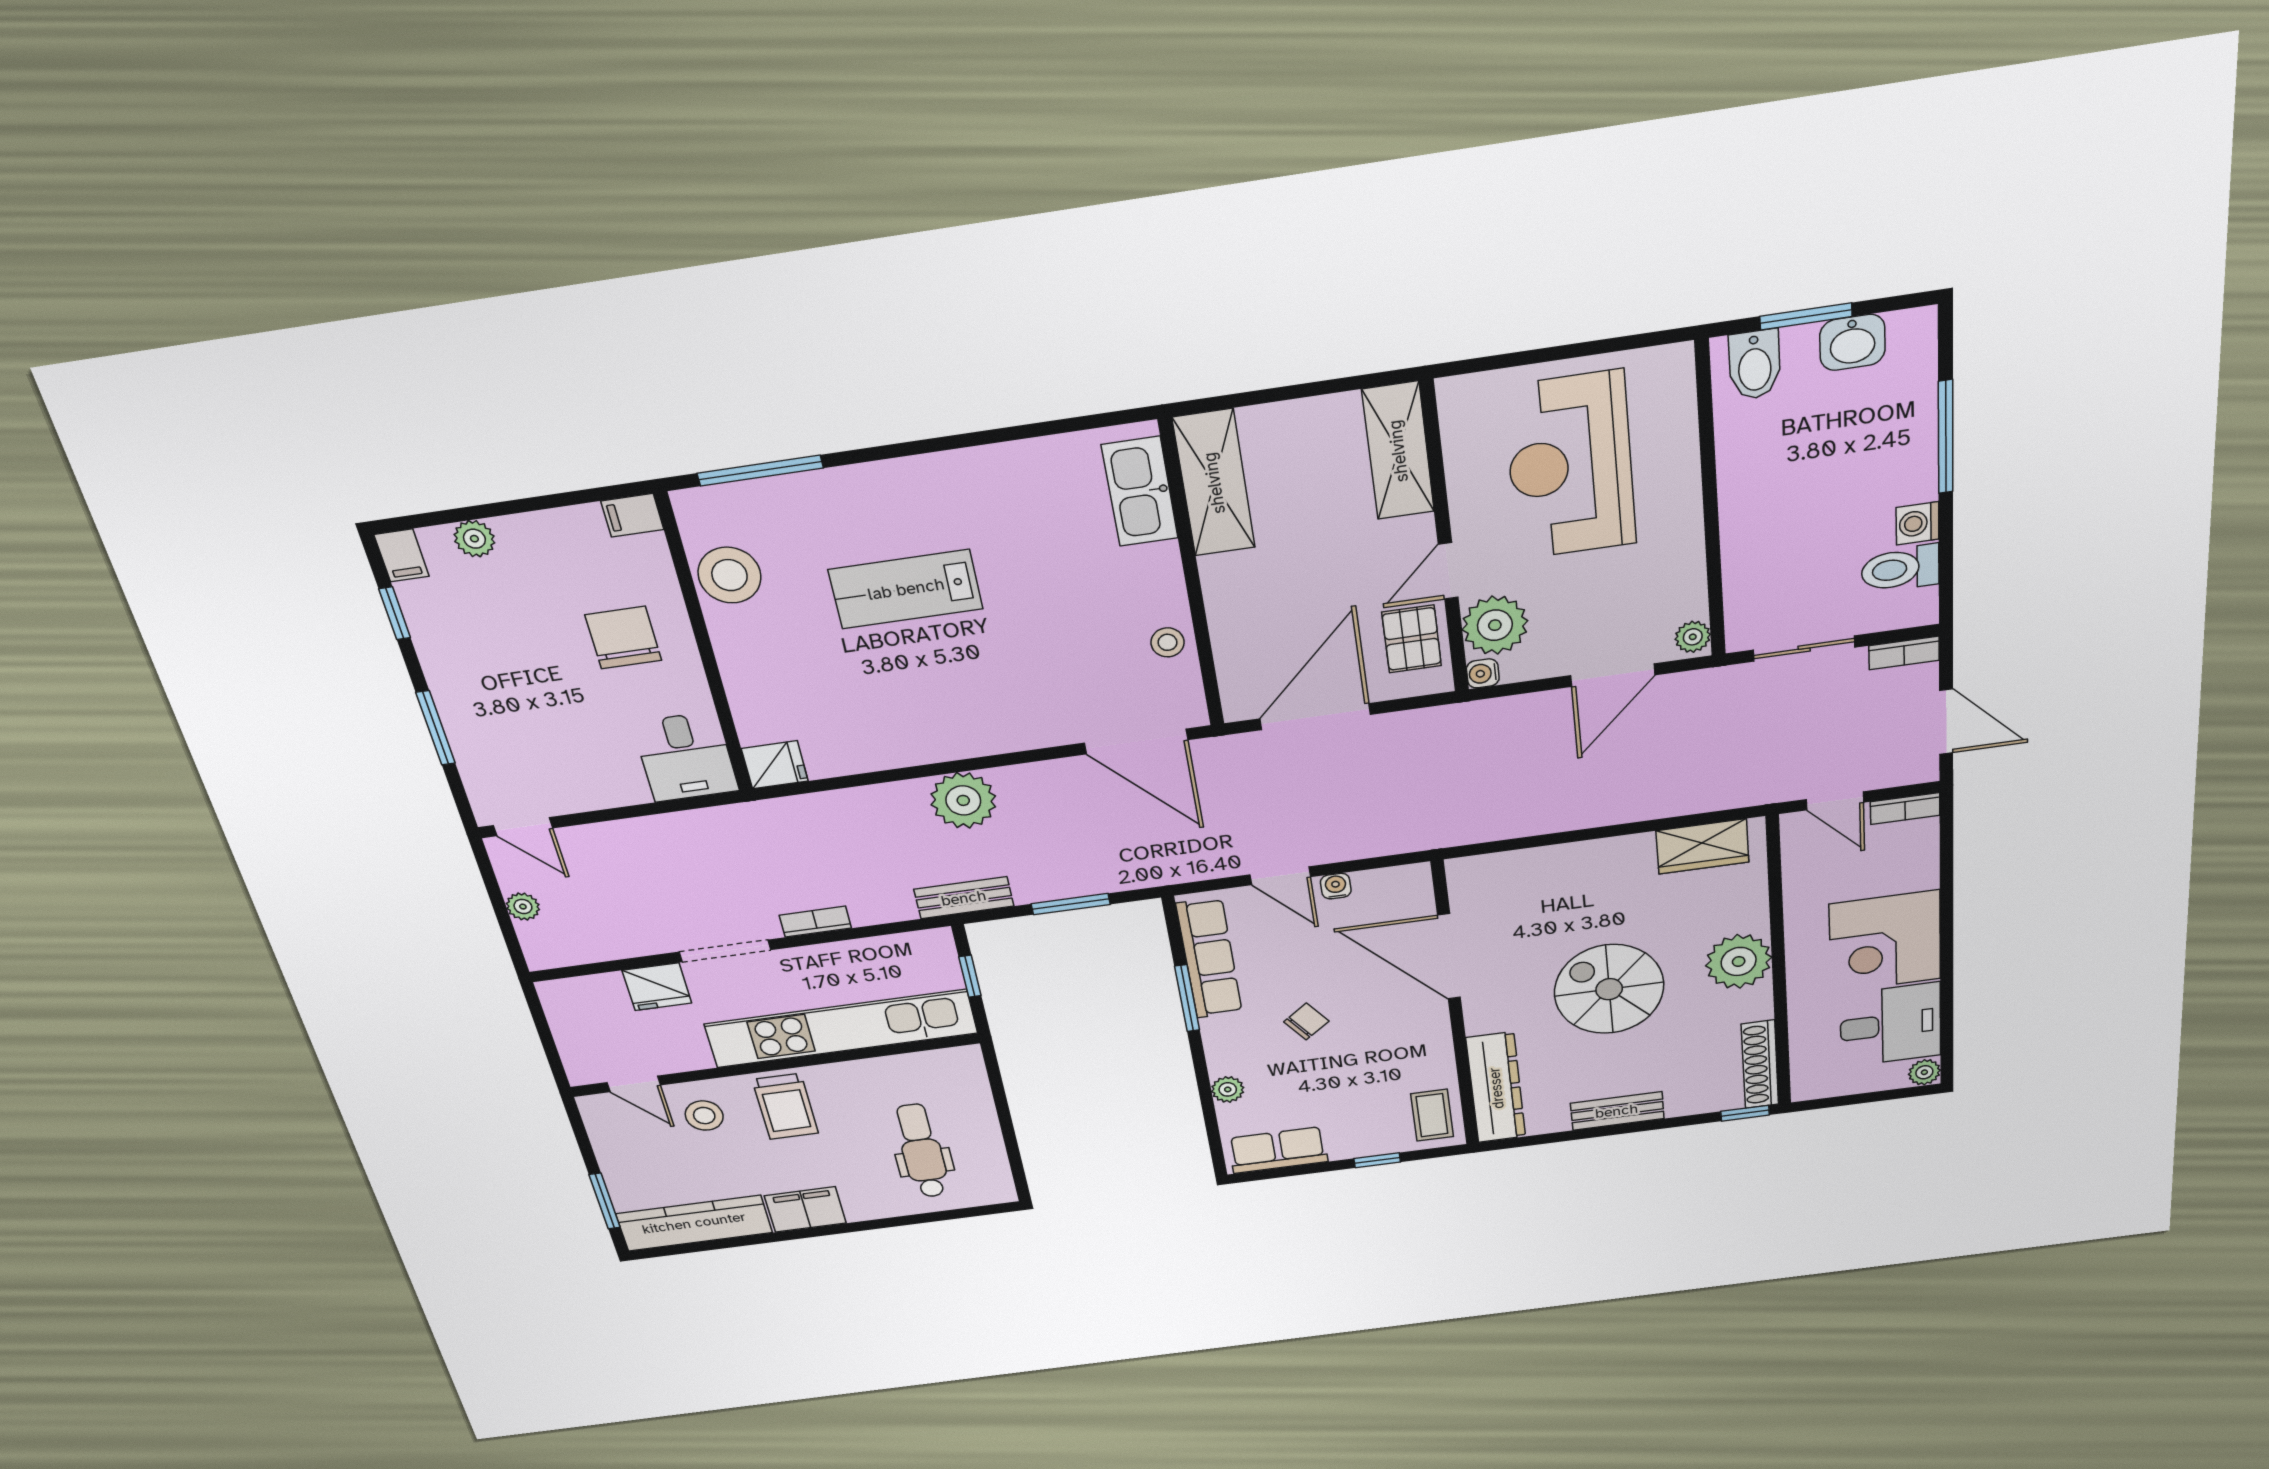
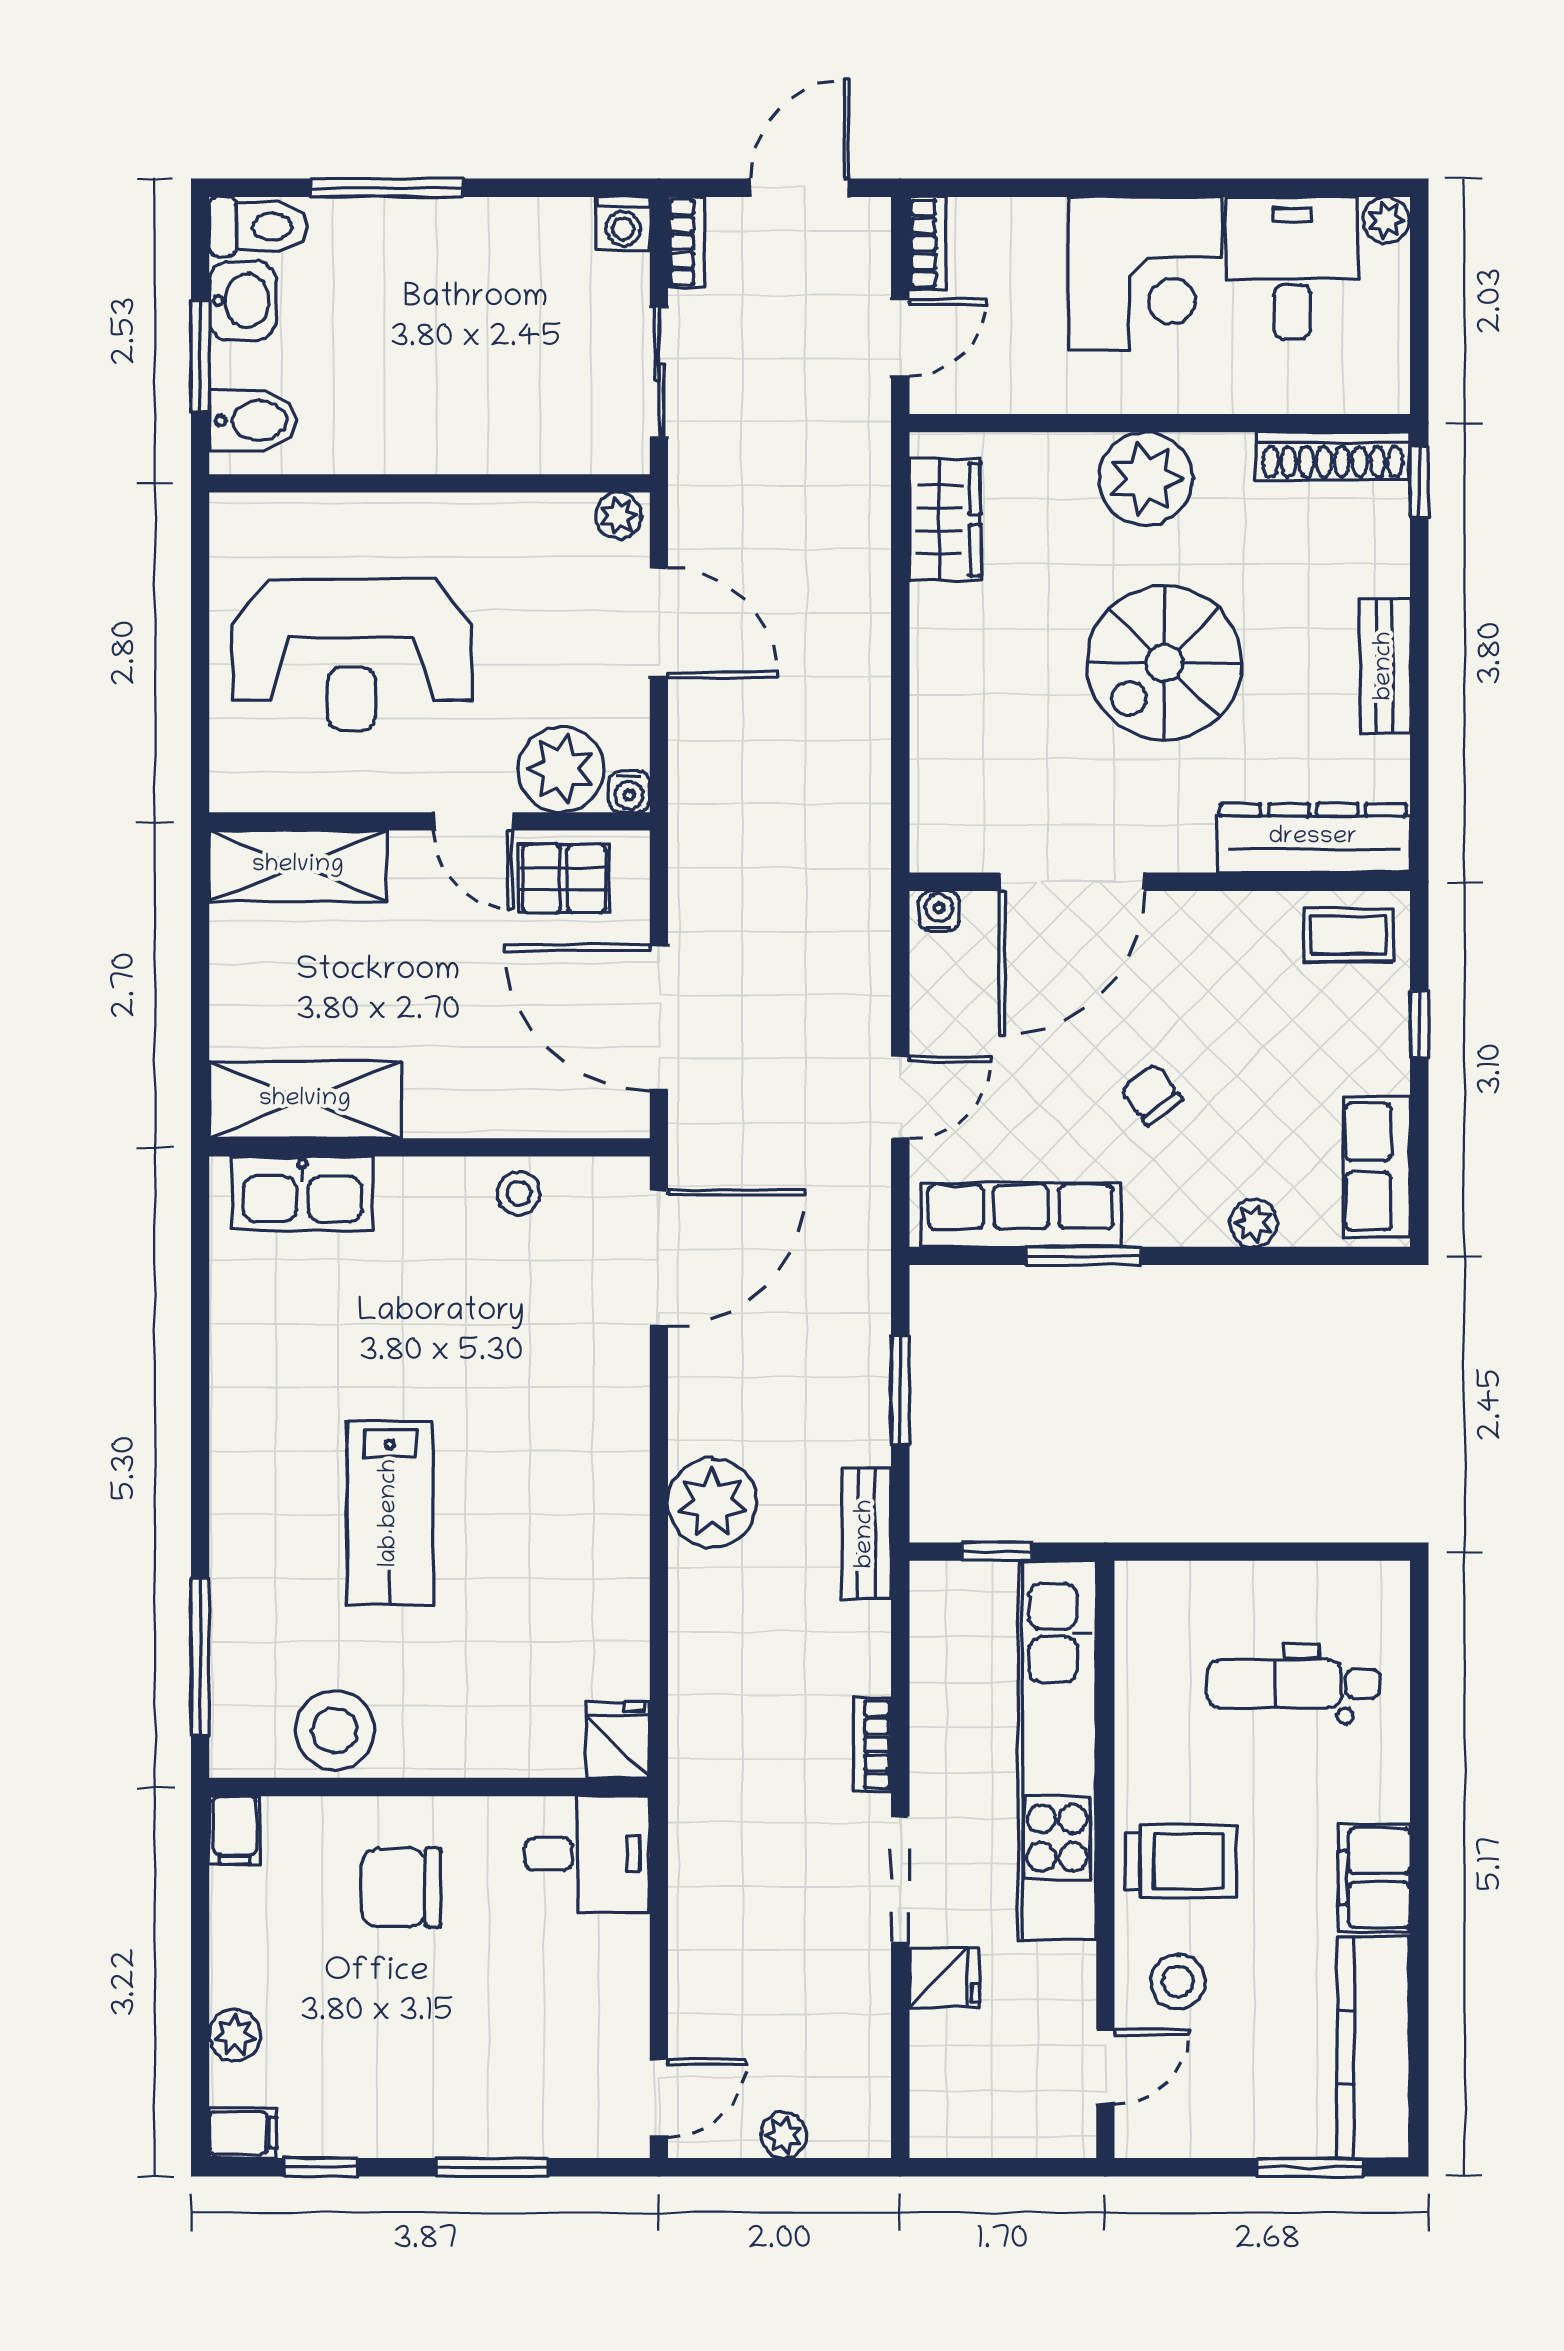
washing machine: (1918, 523) -> (623, 223), moved
toilet: (1900, 569) -> (258, 227), moved, turned -90
water cooler: (1336, 886) -> (939, 911), moved, turned 90
fridge: (657, 987) -> (945, 1978), width x0.72

